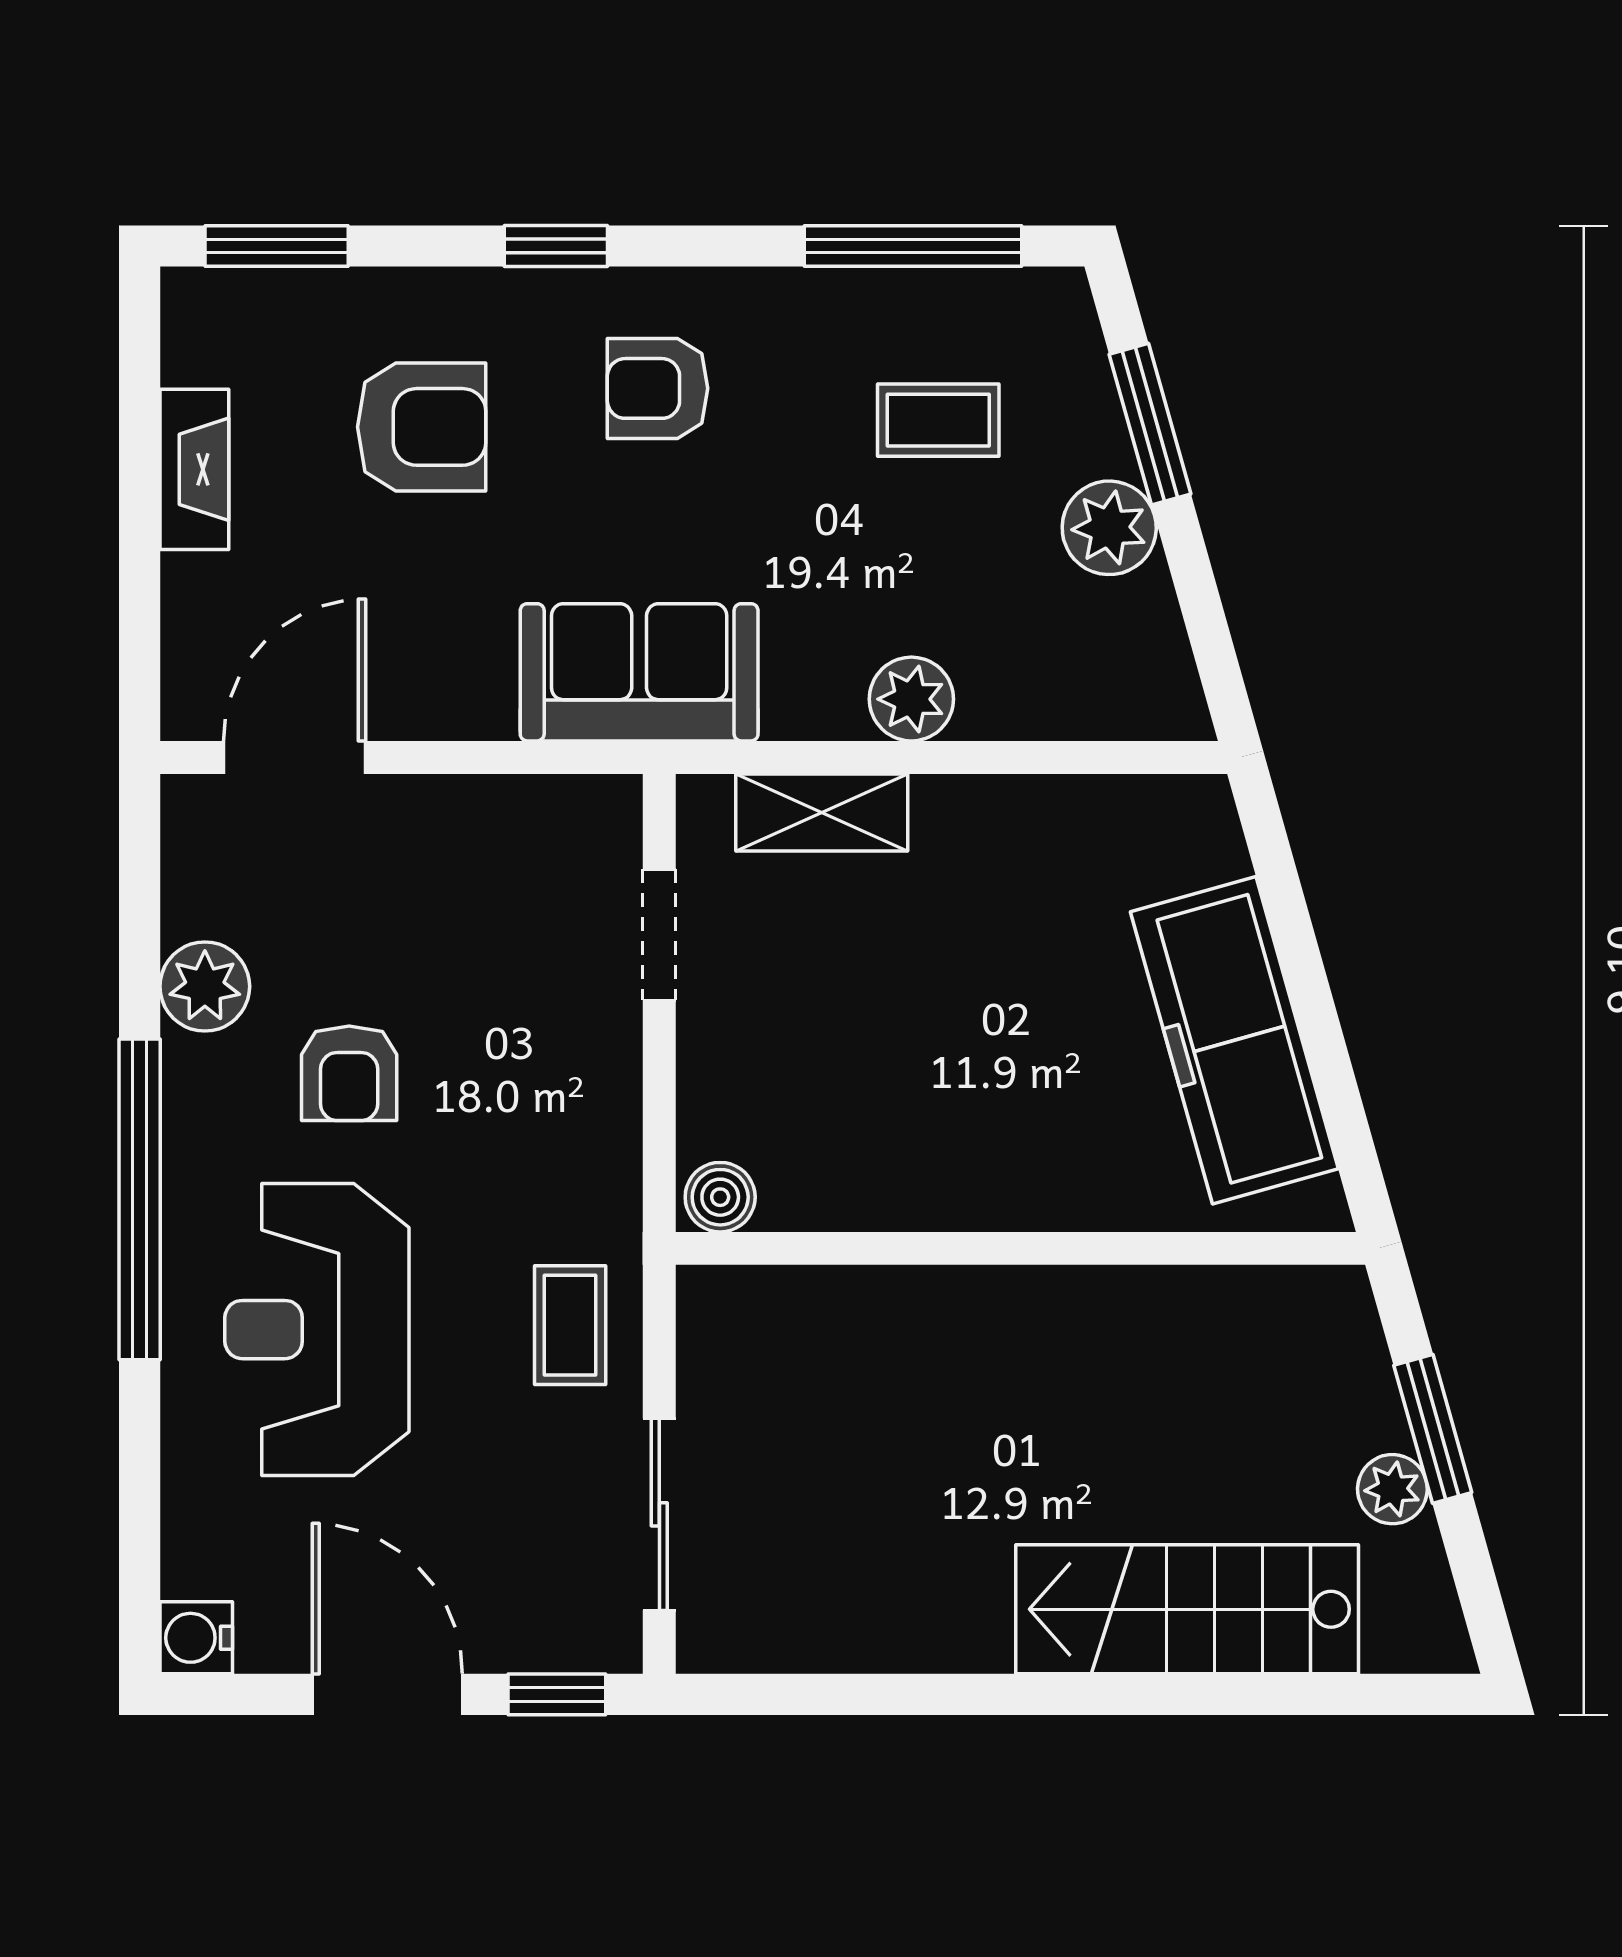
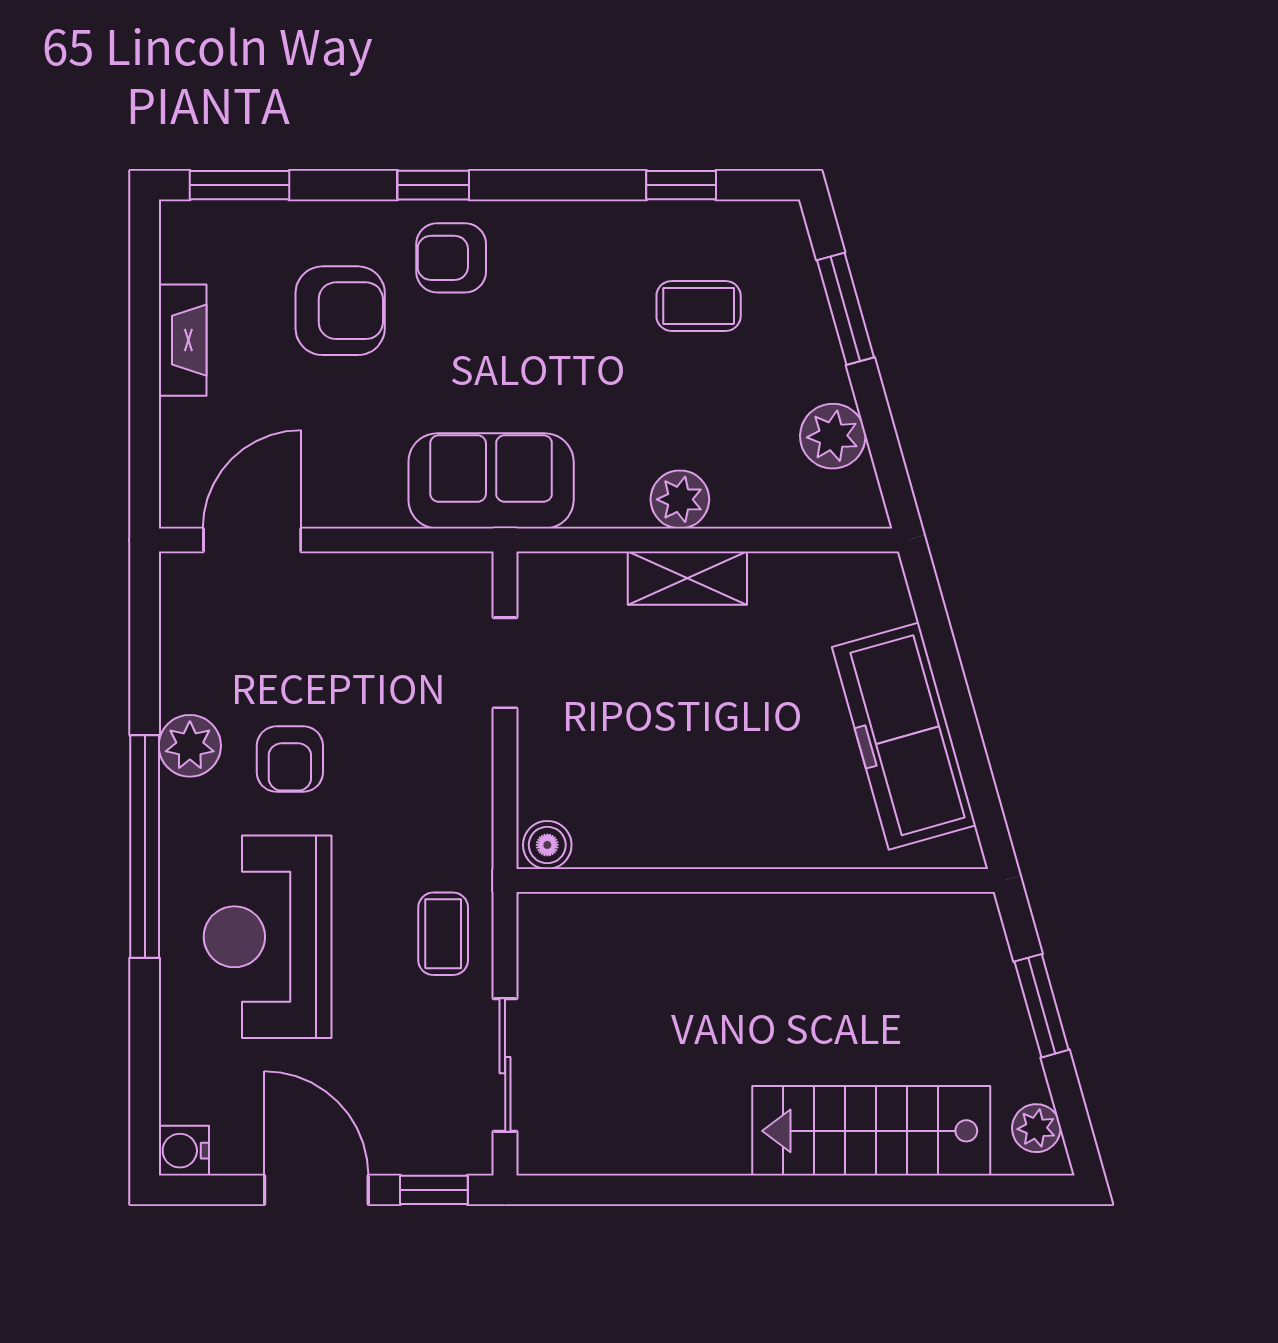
window: (913, 246) -> (681, 185), width x0.46
armchair: (657, 388) -> (451, 258), moved
plant: (1109, 528) -> (833, 436), moved
shelving: (822, 812) -> (687, 578), moved
plant: (205, 986) -> (190, 746), moved
plant: (1392, 1489) -> (1036, 1128), moved

